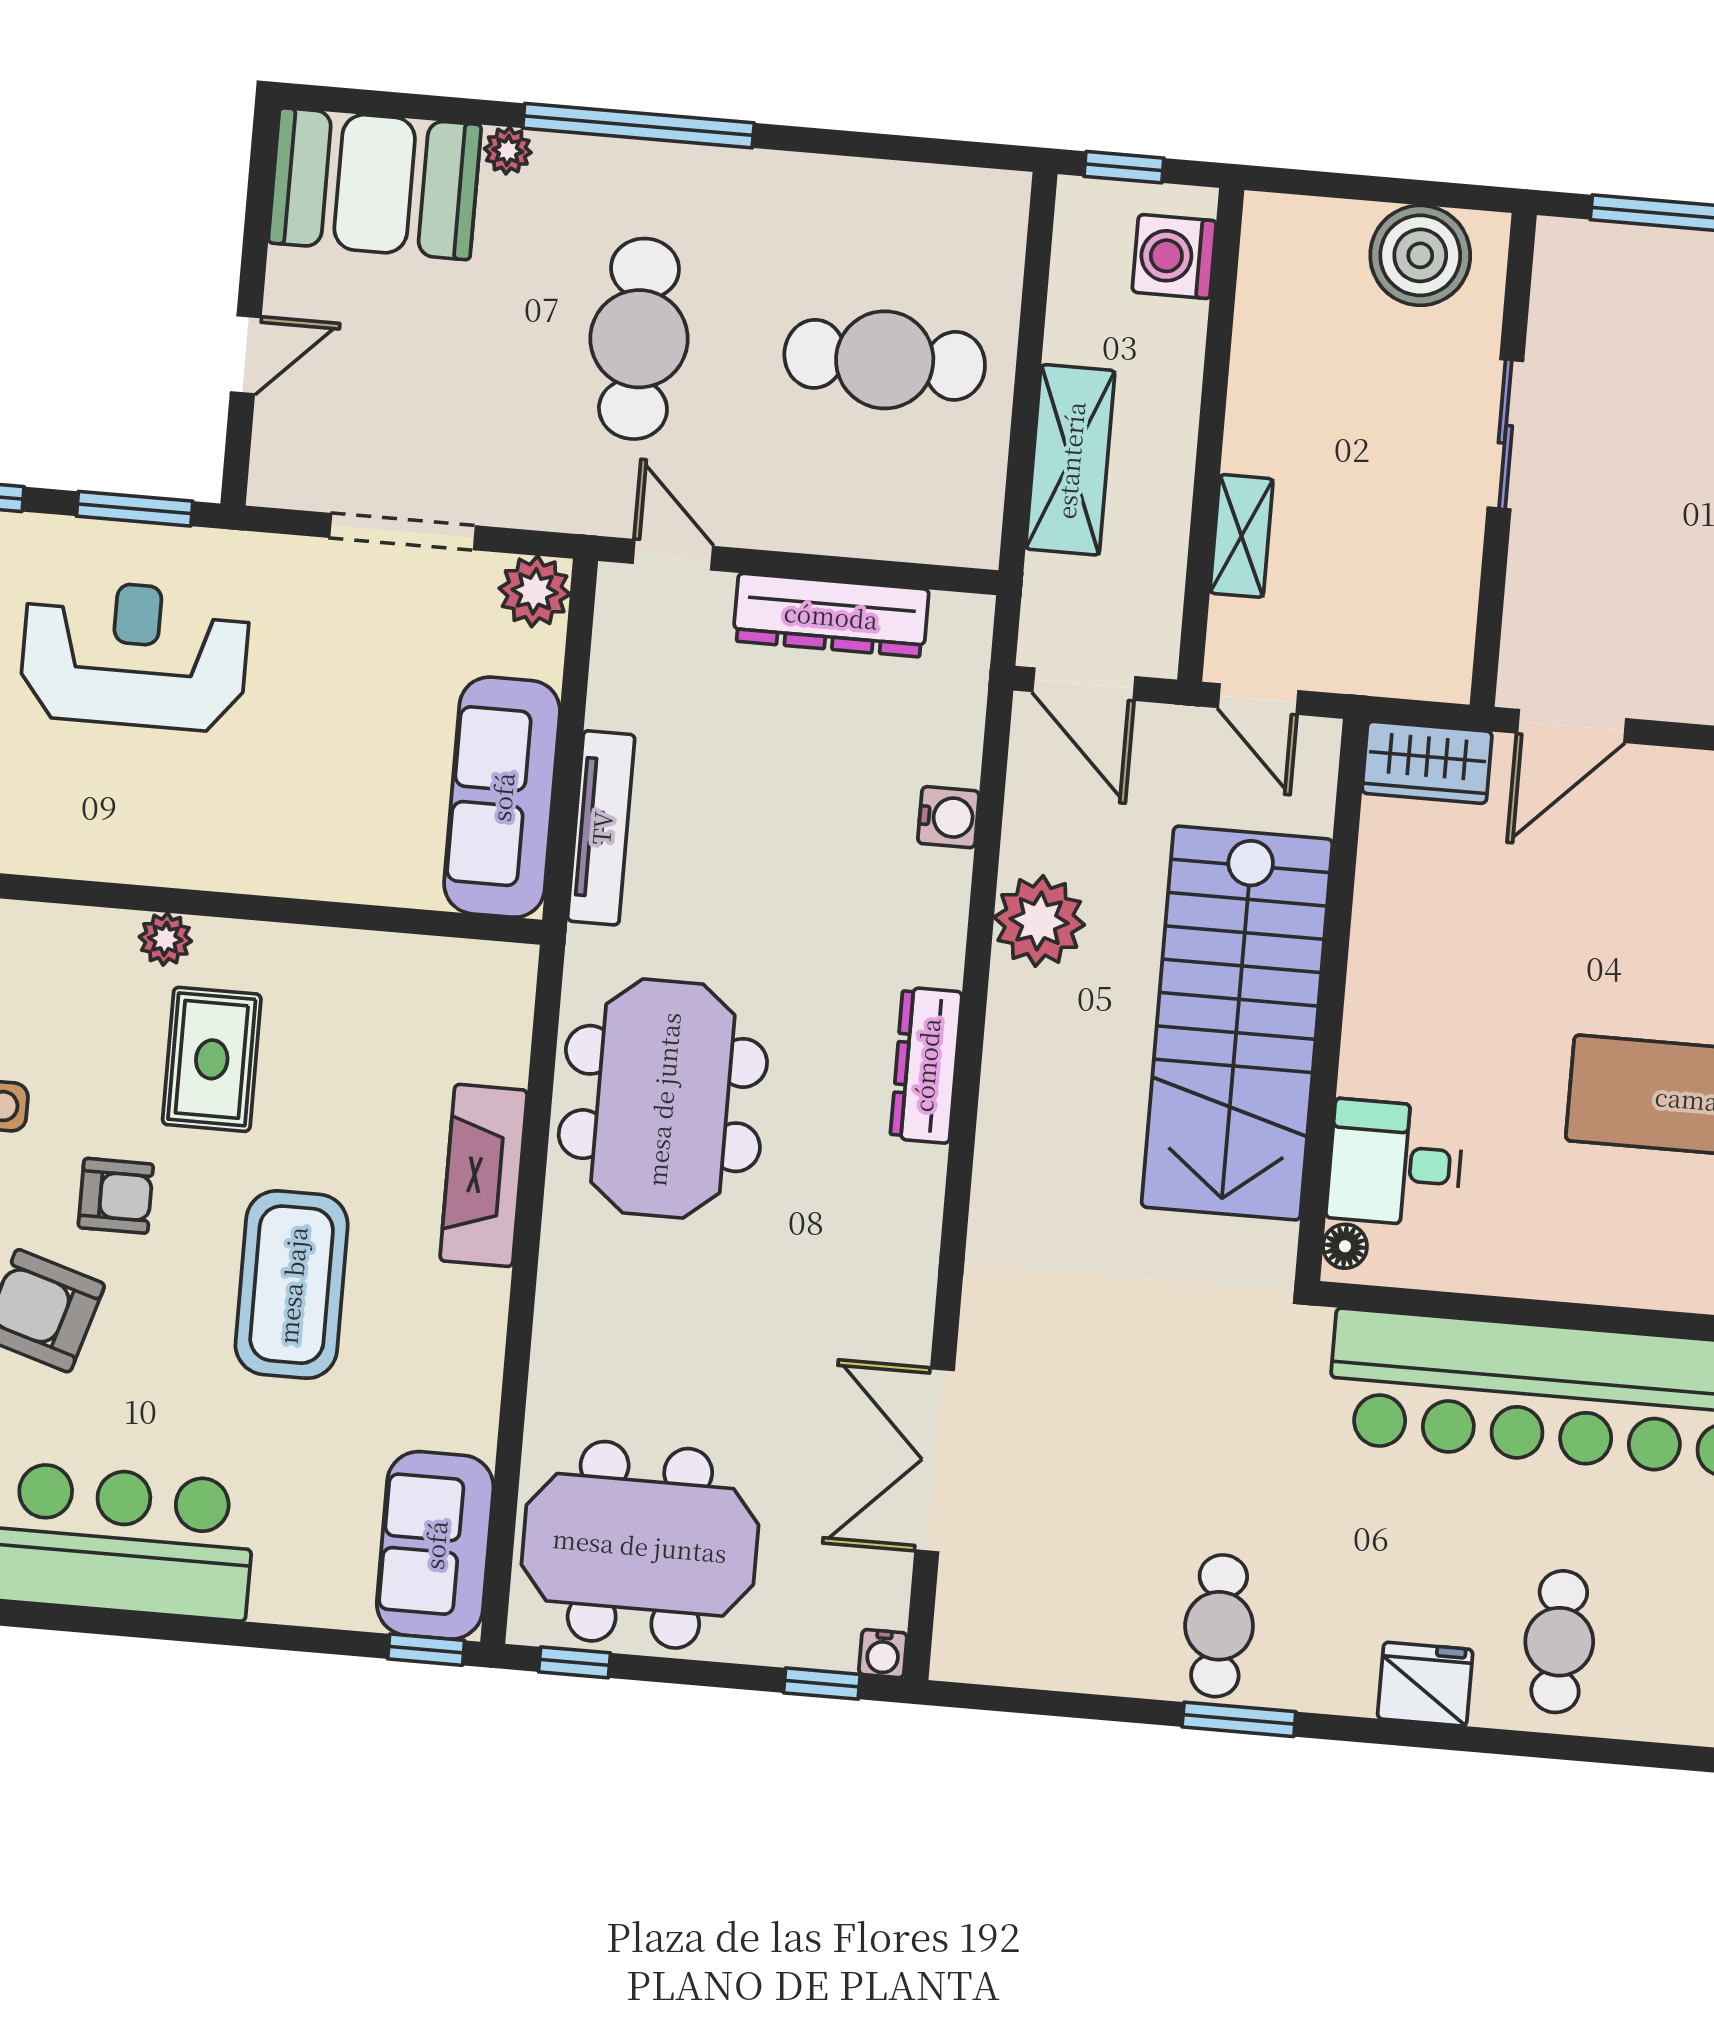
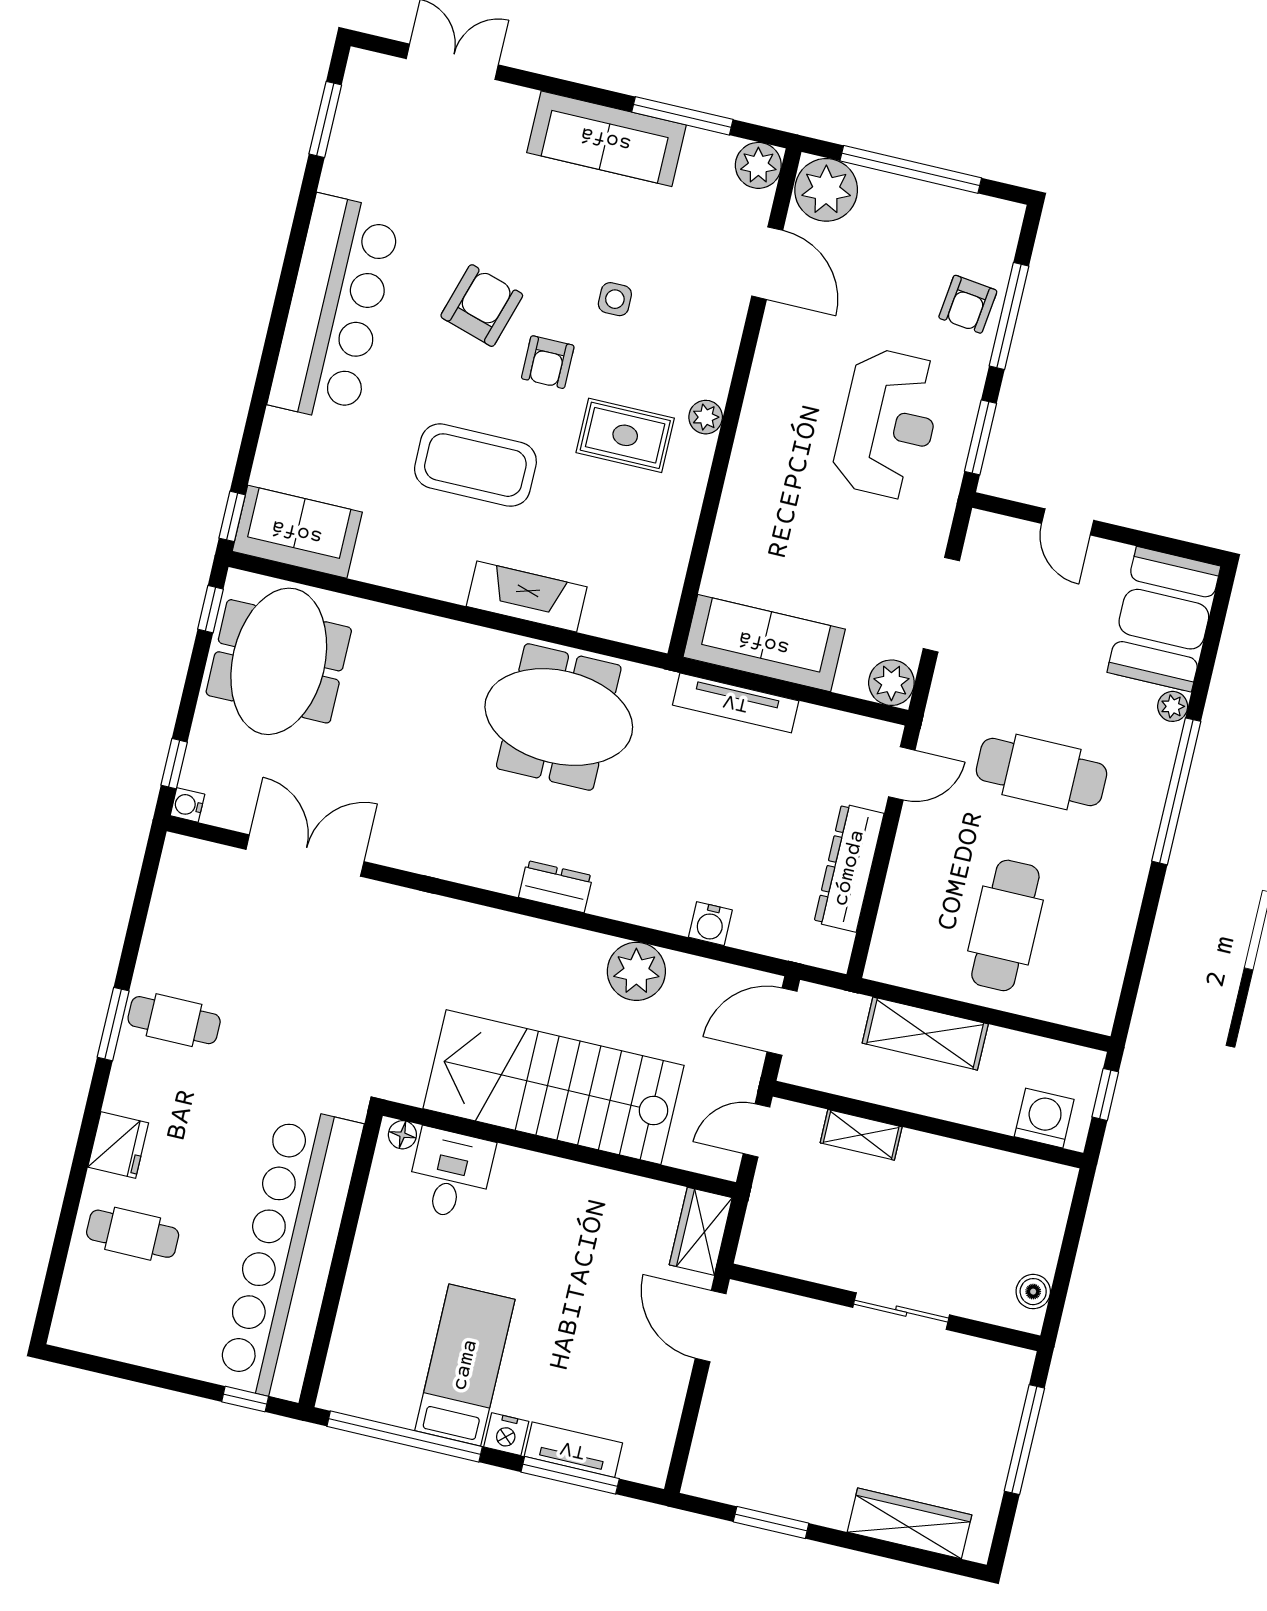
boiler: (1420, 255) -> (1033, 1292), width x0.54, depth x0.54
dresser: (926, 1065) -> (556, 887), width x0.70

